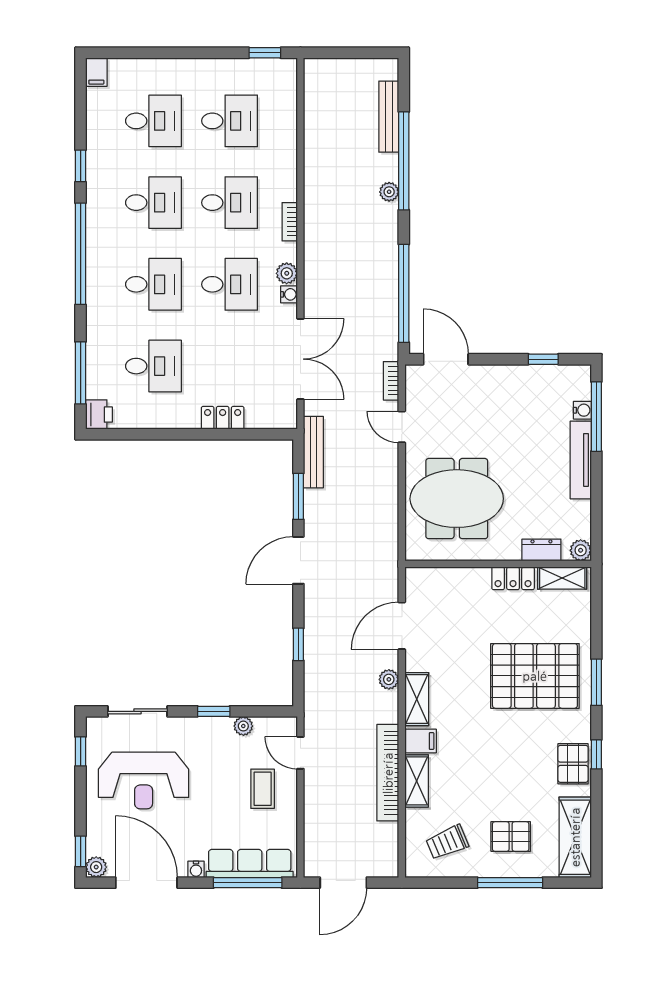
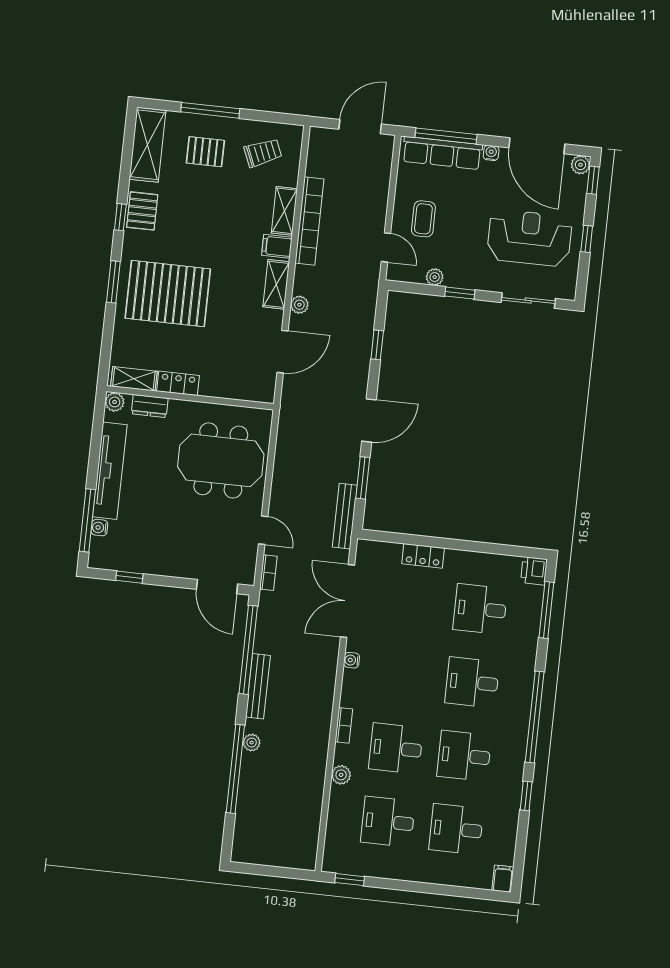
bench: (389, 117) -> (258, 686), moved
plant: (287, 273) -> (341, 775), moved
desk: (230, 284) -> (404, 675), removed
tv unit: (581, 460) -> (110, 471), width x1.36, depth x1.29
window: (81, 751) -> (587, 239), moved

